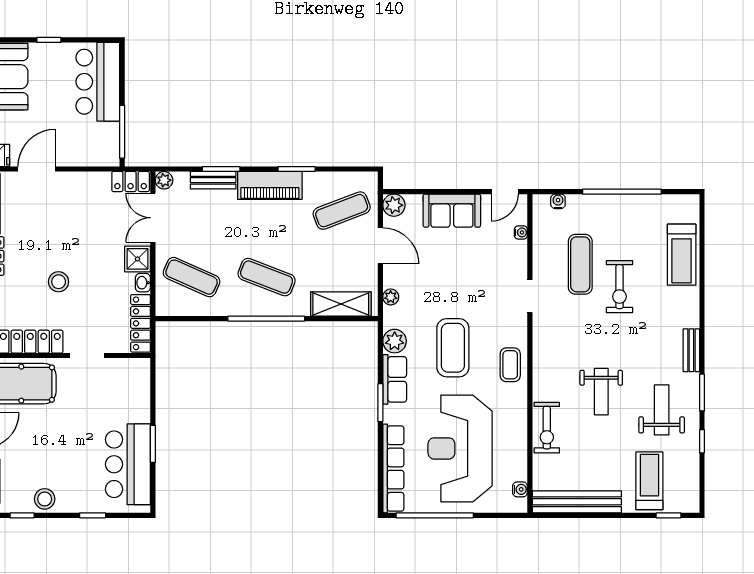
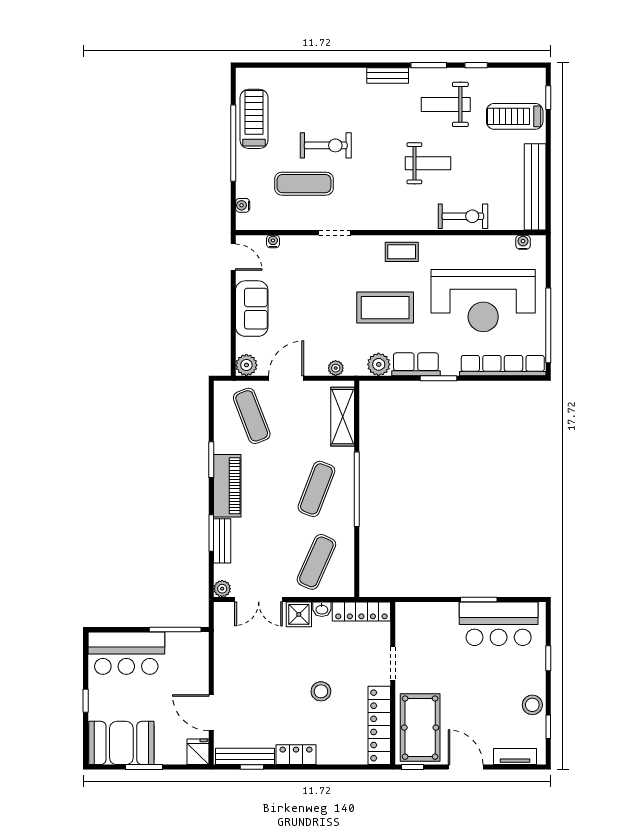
locker: (131, 181) -> (223, 621), removed
treadmill: (682, 255) -> (254, 119), moved, turned -90

